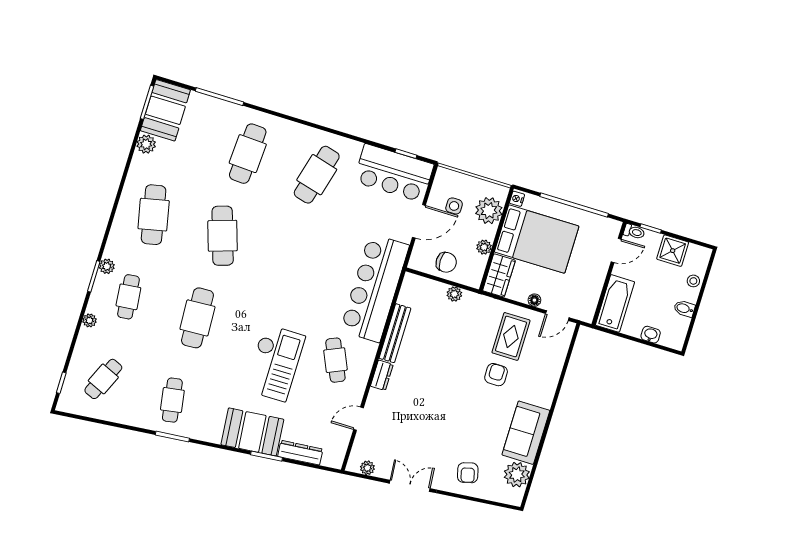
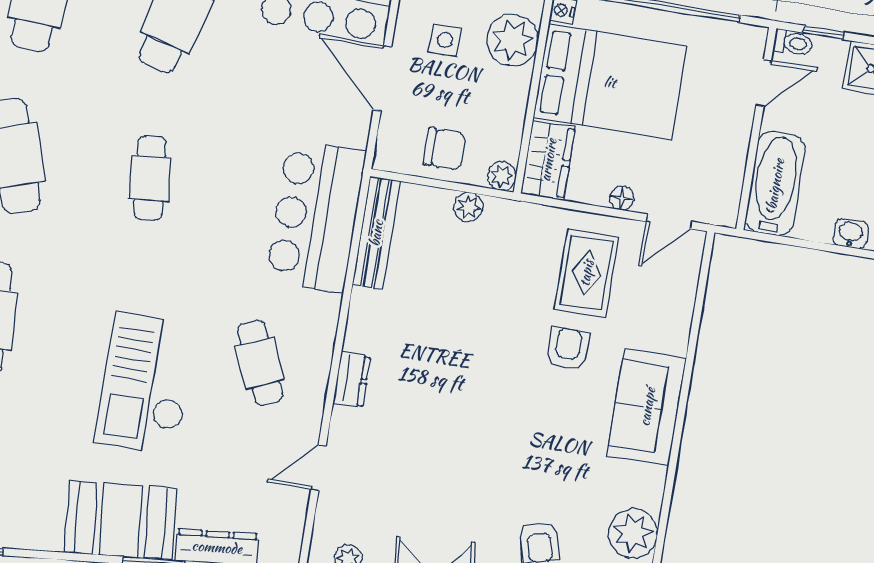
door: (419, 221) -> (382, 78), swing flipped
plant: (484, 247) -> (502, 176), moved
cafe table: (292, 257) -> (150, 178), added
bar counter: (375, 288) -> (316, 216), width x0.73
bench: (395, 333) -> (376, 233), moved
checkout: (275, 363) -> (146, 383), turned 180
sofa: (526, 433) -> (647, 407), moved

